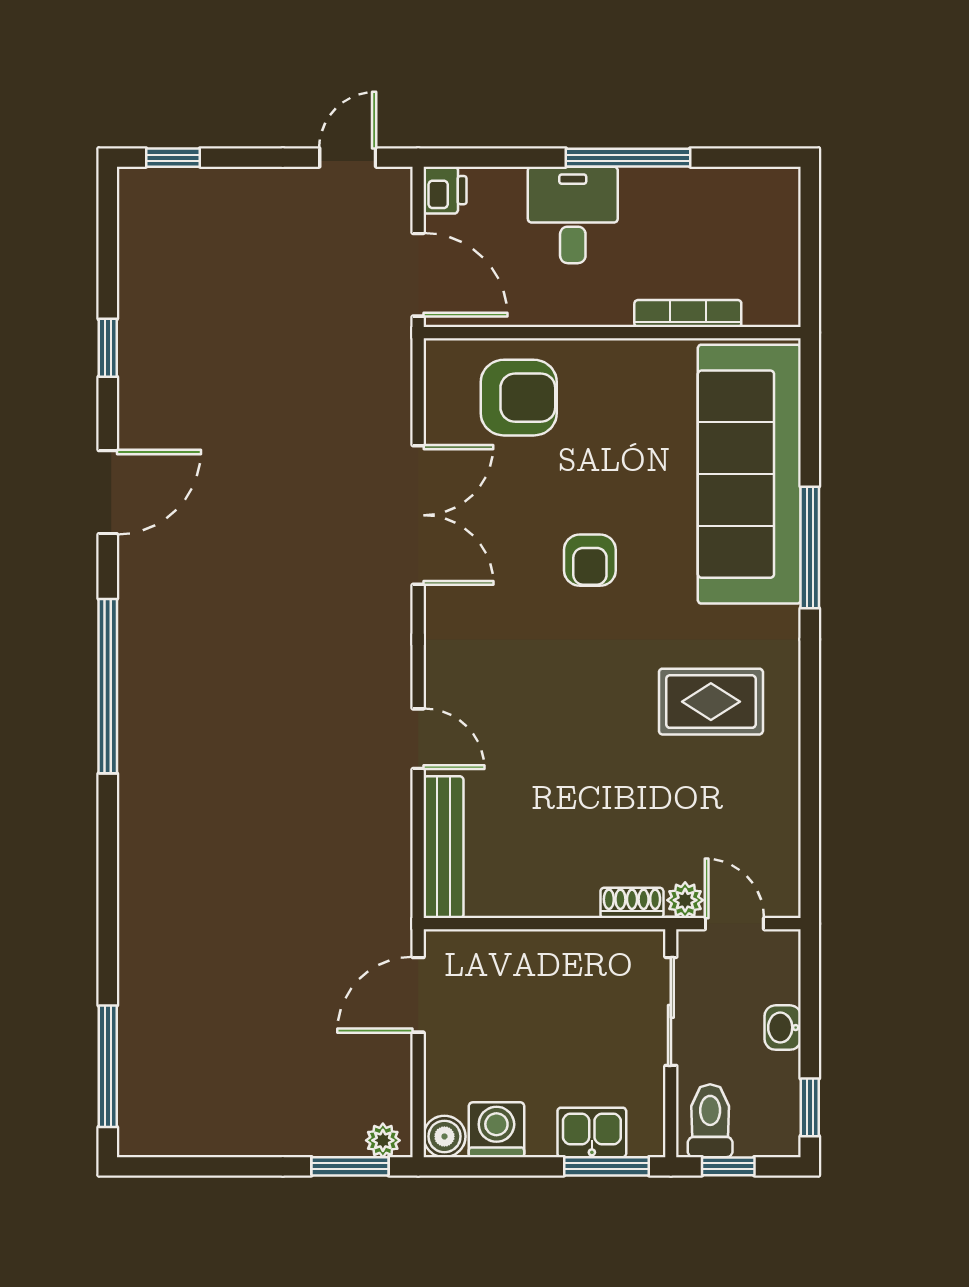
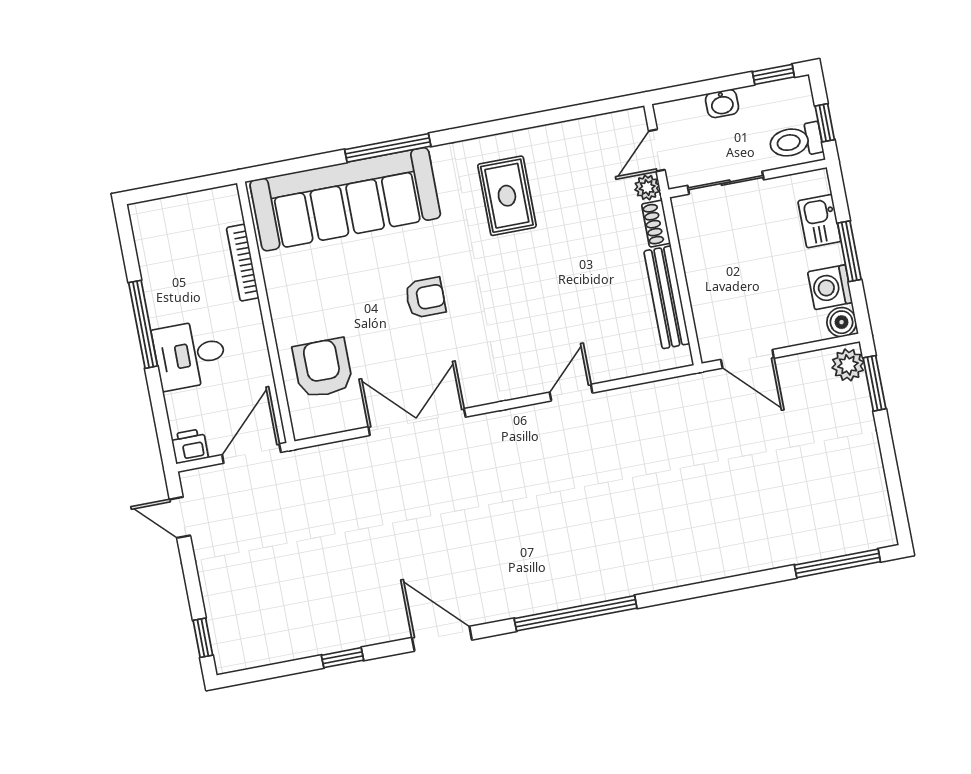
bench: (443, 847) -> (667, 297), moved, turned 90
plant: (383, 1140) -> (848, 365), width x1.38, depth x1.38
window: (606, 1166) -> (849, 251), moved

